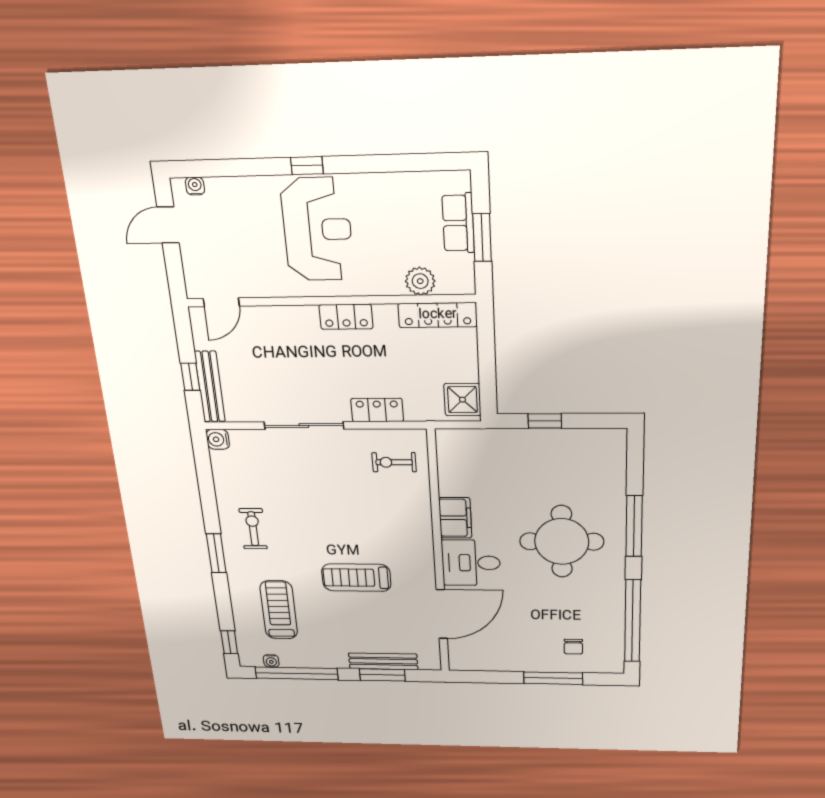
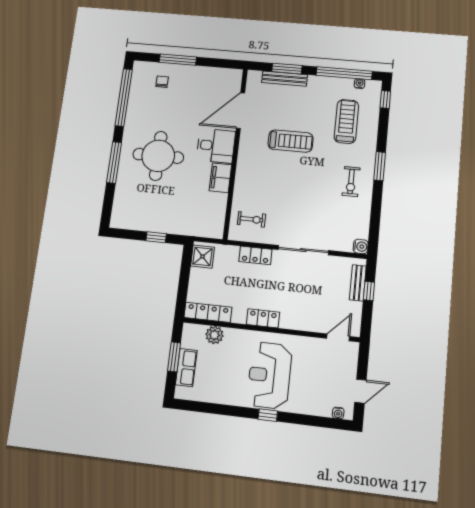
bench: (210, 387) -> (358, 283), width x0.73
treadmill: (279, 610) -> (346, 121), turned 180

